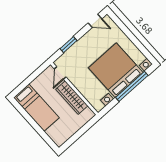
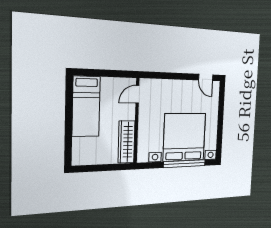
window: (69, 45) -> (167, 76), removed
wardrobe: (72, 98) -> (127, 142), moved

